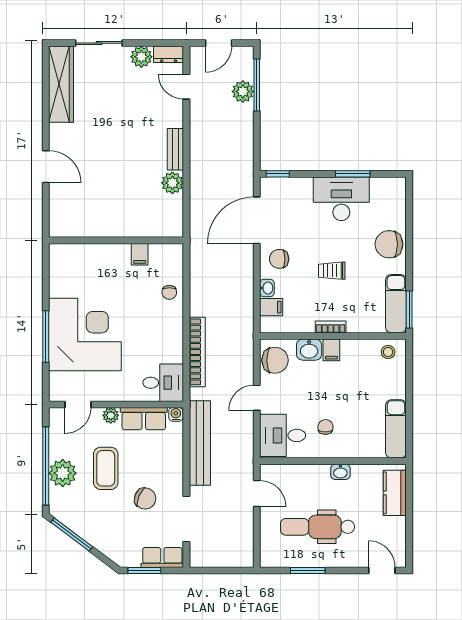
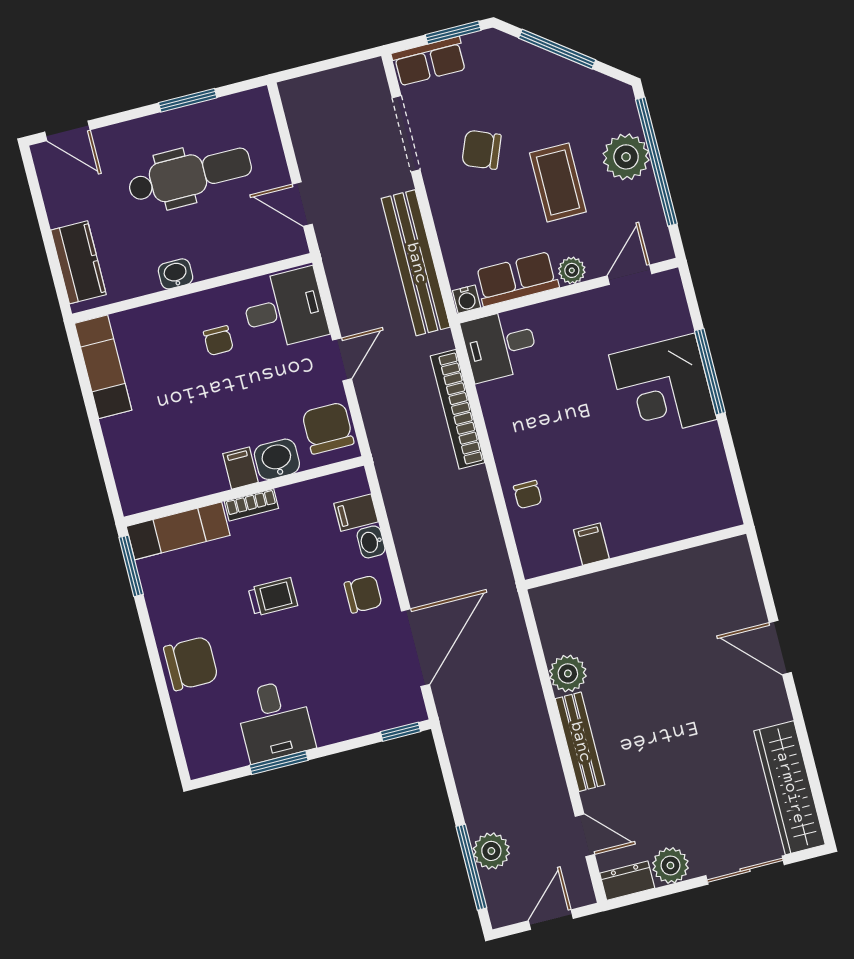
bench: (175, 149) -> (580, 742), width x1.36
desk: (341, 199) -> (275, 721), width x0.73
chair: (169, 292) -> (528, 495), turned 180
exam couch: (396, 304) -> (178, 531), moved, turned 90
corner desk: (85, 334) -> (663, 387), width x0.74, depth x0.74
stool: (388, 352) -> (148, 488), removed
chair: (275, 360) -> (328, 428), turned 90
window: (72, 534) -> (557, 49), moved

